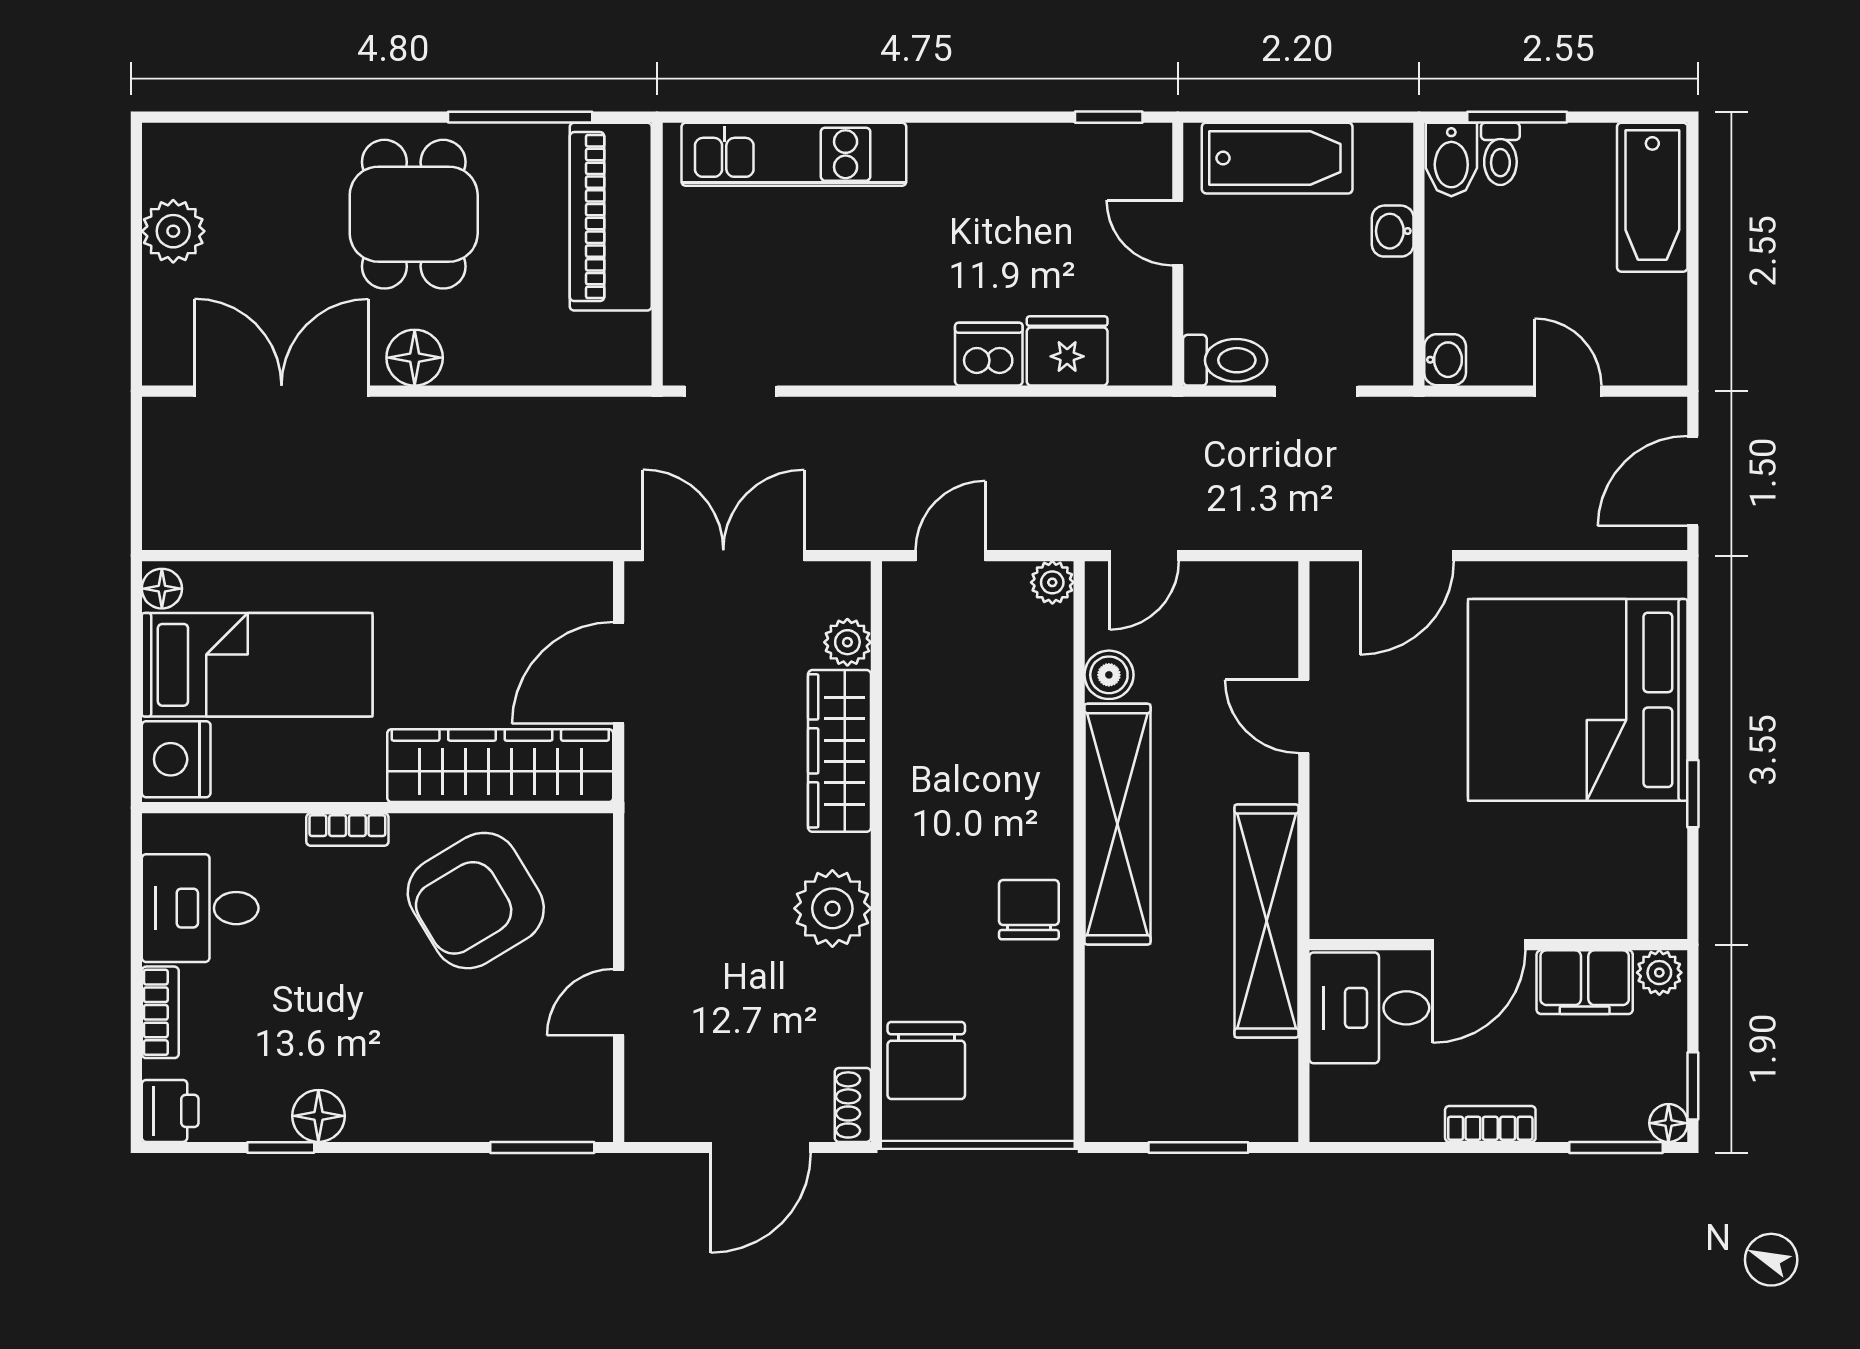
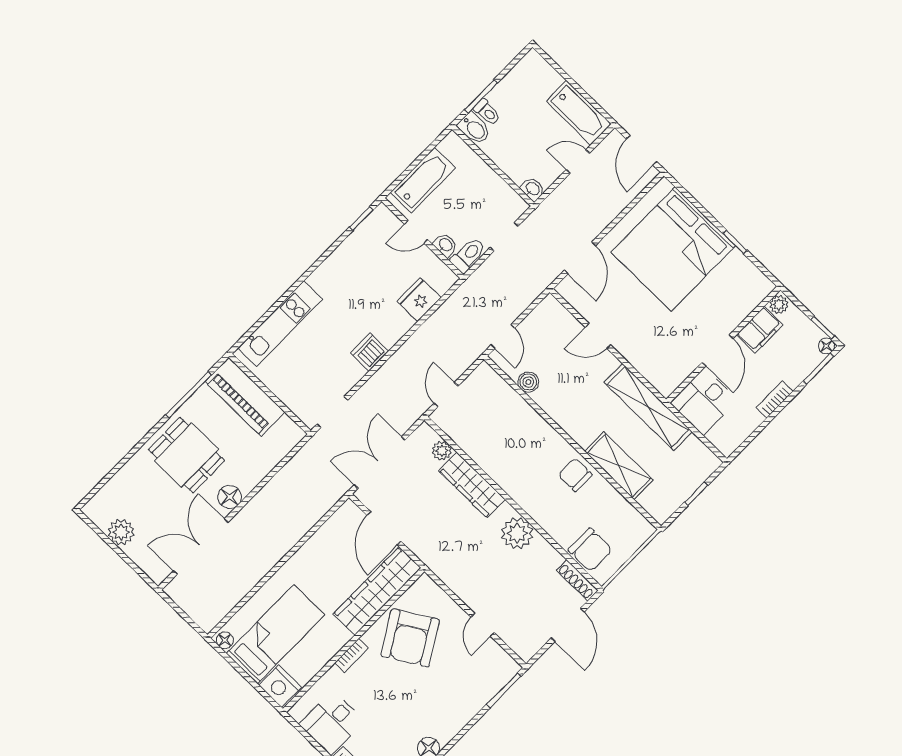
bathtub: (1652, 197) -> (579, 113), moved
washbasin: (1393, 231) -> (445, 245), moved, turned 180
dishwasher: (989, 354) -> (370, 352), moved
plant: (1052, 582) -> (484, 372), removed
shelving: (1117, 824) -> (619, 466), moved, width x0.68
shoe rack: (853, 1105) -> (577, 580), width x1.43
window: (1198, 1148) -> (696, 494), width x0.67

